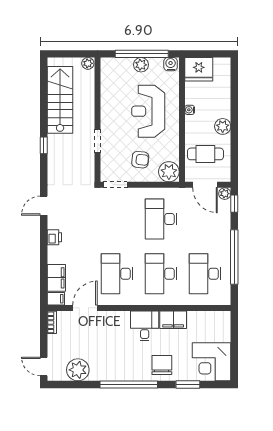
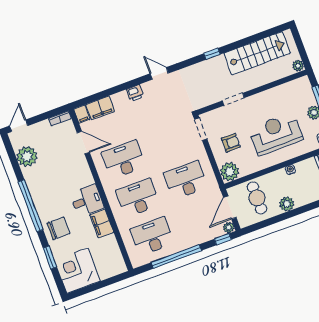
armchair: (140, 160) -> (231, 143), turned -96

